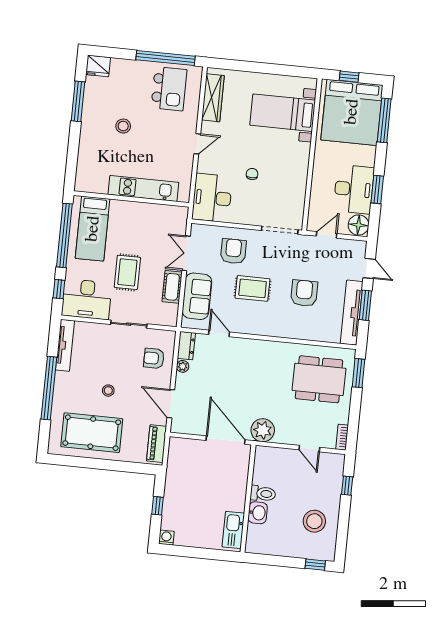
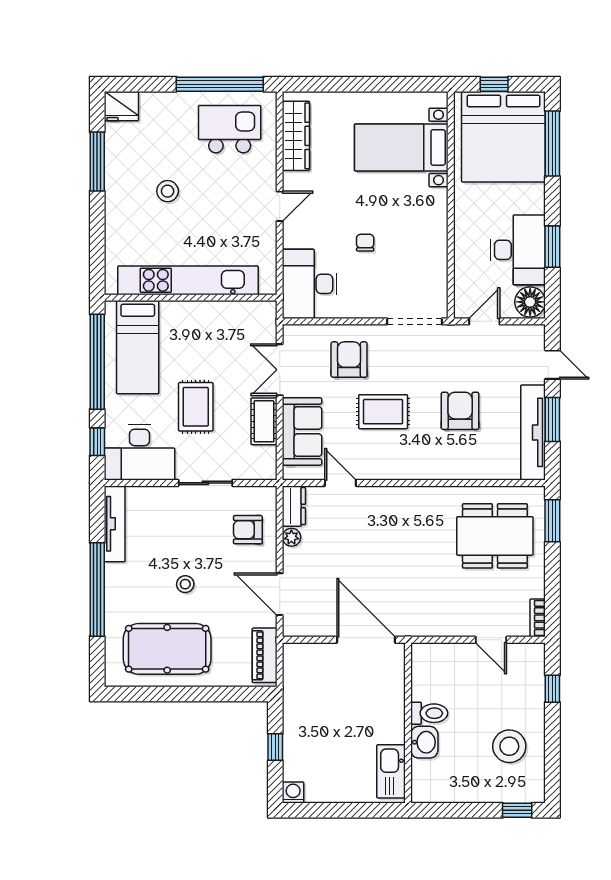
kitchen island: (169, 89) -> (230, 129), turned -90
kitchen unit: (143, 188) -> (188, 280), width x1.36
plant: (263, 430) -> (419, 620), removed

